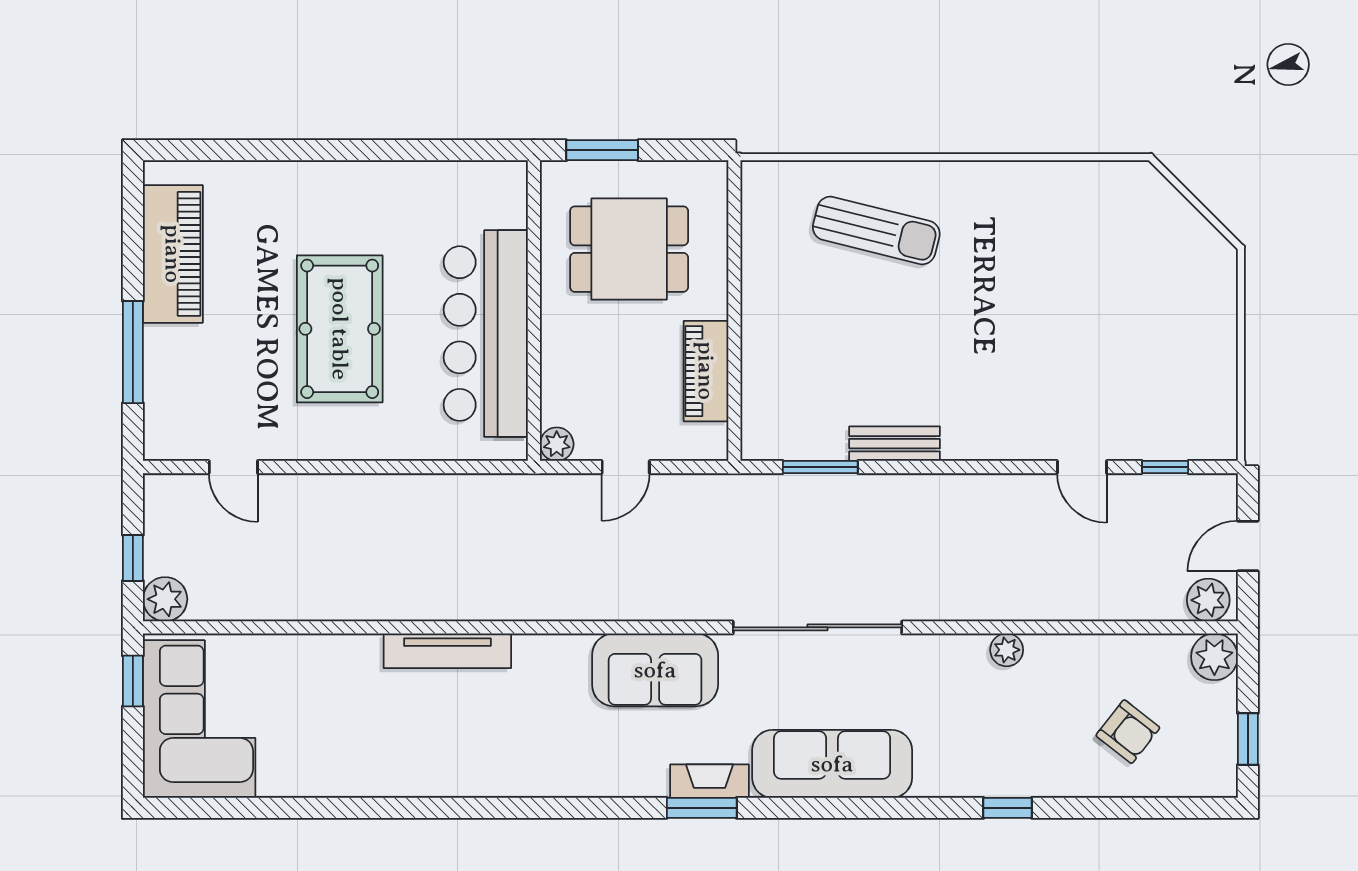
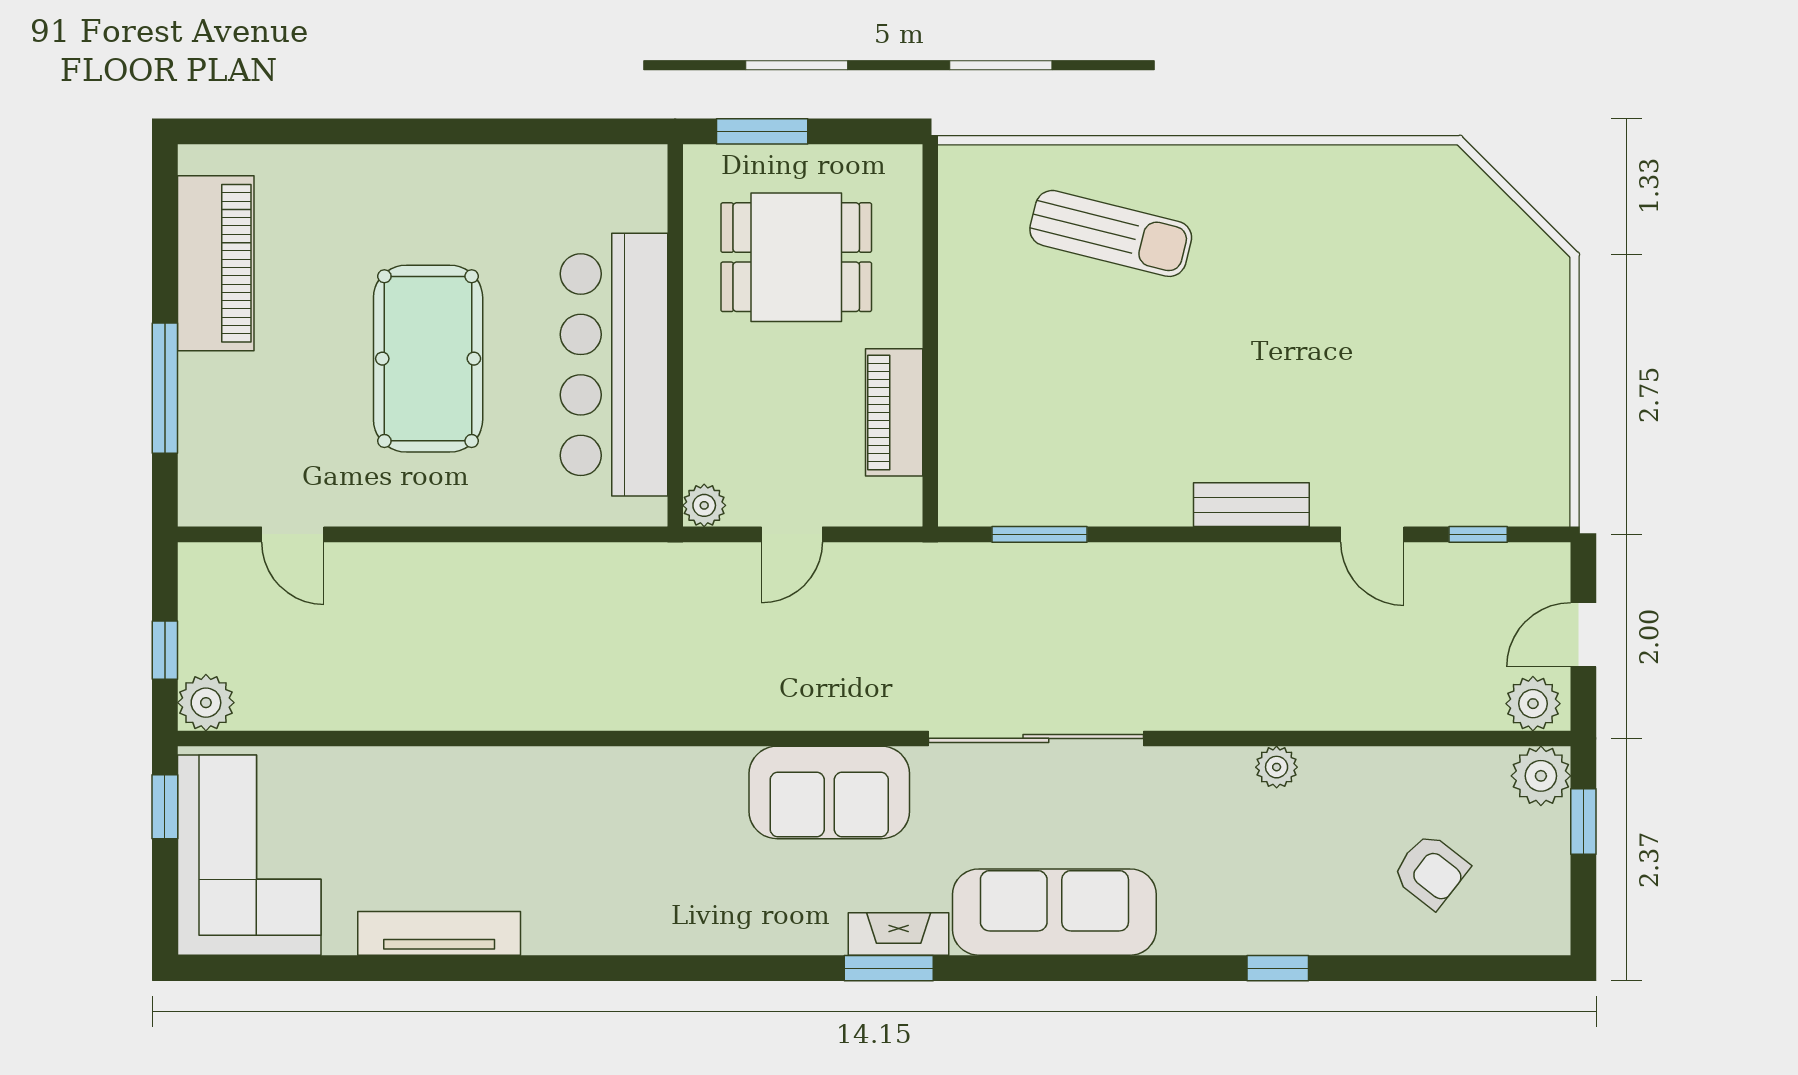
bench: (895, 444) -> (1251, 505), moved
tv unit: (447, 651) -> (439, 933), moved, turned 180
window: (1248, 739) -> (1583, 822), moved

